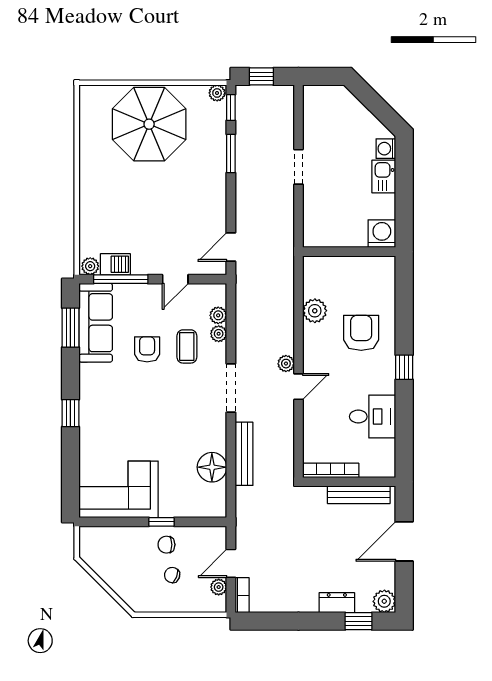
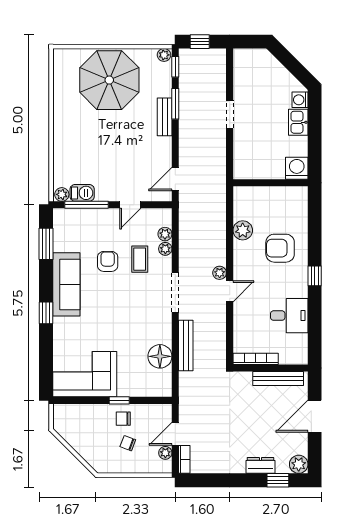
bench: (218, 170) -> (165, 117), added
sofa: (96, 323) -> (66, 284), moved
armchair: (361, 333) -> (280, 248), turned -90

